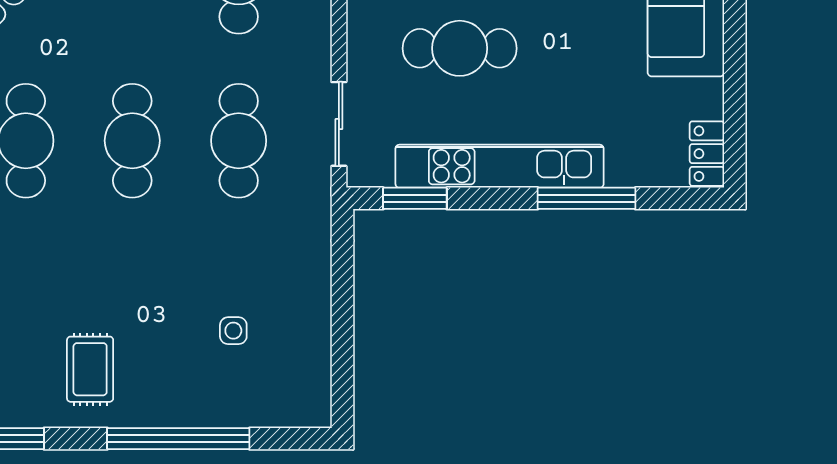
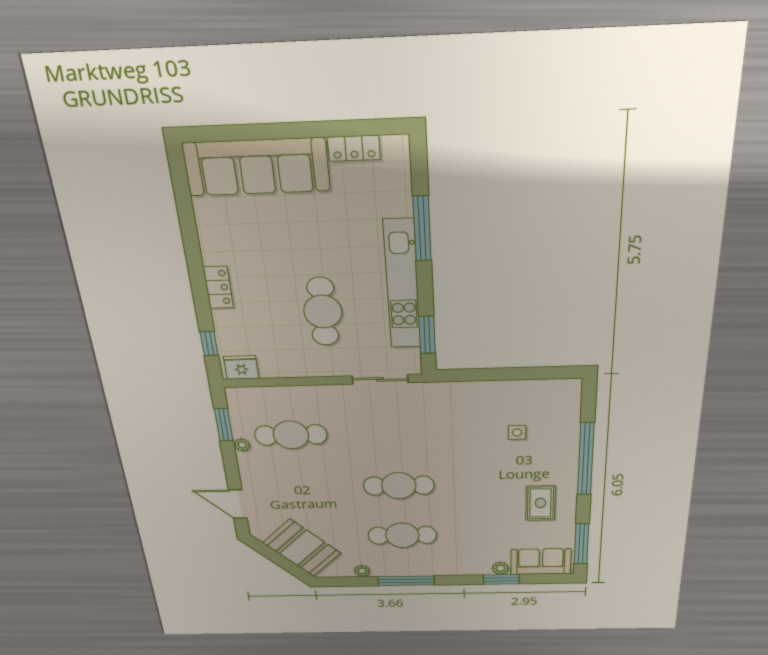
cafe table: (239, 141) -> (395, 433), removed
locker: (707, 154) -> (354, 148), moved
rug: (90, 369) -> (540, 503), turned 90

